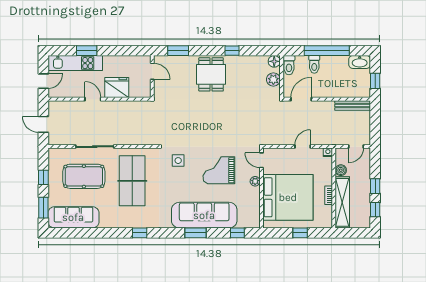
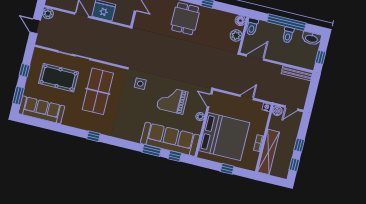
toilet: (314, 64) -> (288, 35), moved
plant: (54, 107) -> (48, 14), added
boiler: (341, 170) -> (277, 111), moved
sofa: (204, 215) -> (170, 139), moved
window: (195, 233) -> (152, 150), moved

